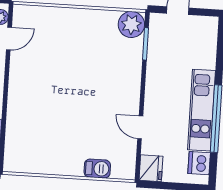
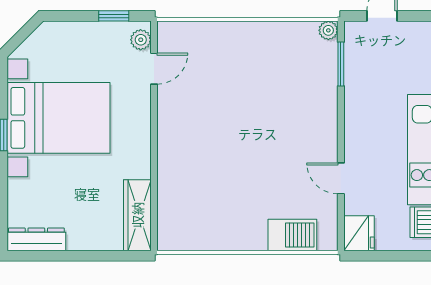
plant: (131, 24) -> (328, 30), width x0.53, depth x0.53
barbecue: (97, 169) -> (292, 235), width x1.38, depth x1.27

